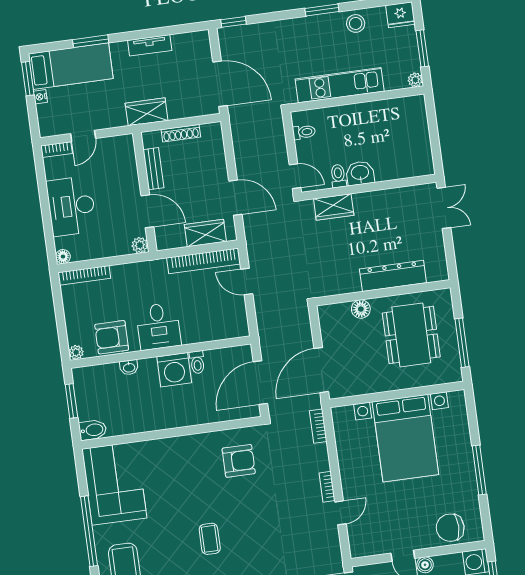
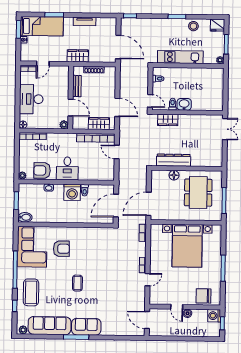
dresser: (393, 276) -> (174, 160), moved
armchair: (239, 461) -> (61, 249), moved

